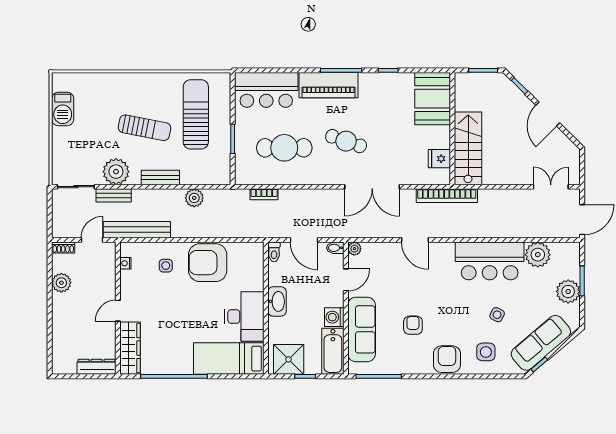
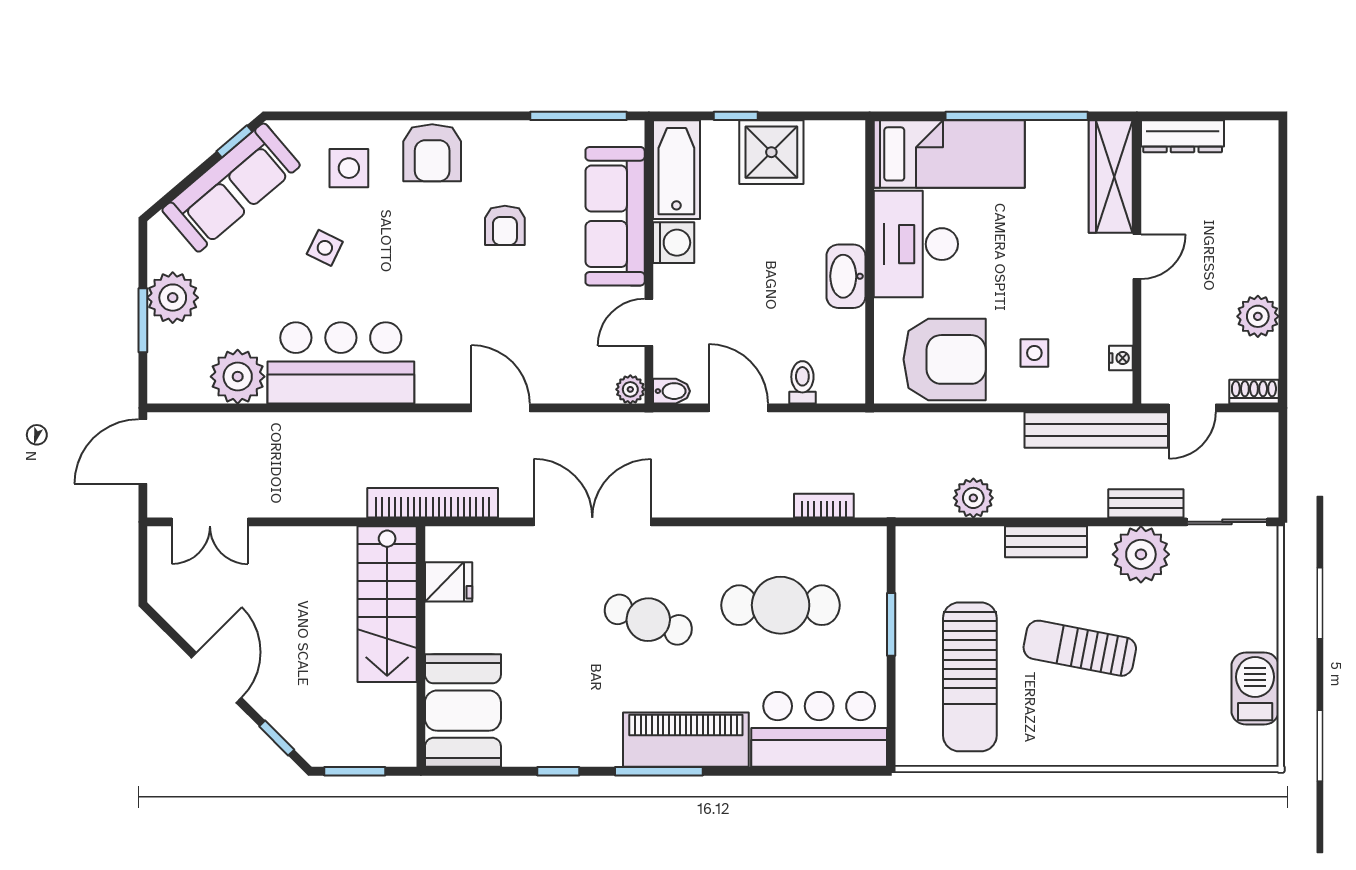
washbasin: (277, 301) -> (846, 276), moved
wall: (266, 308) -> (870, 262), moved
desk: (244, 316) -> (916, 244), moved
bed: (229, 359) -> (949, 154), moved

